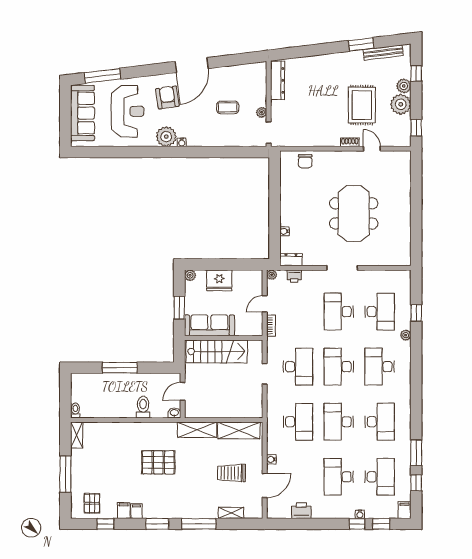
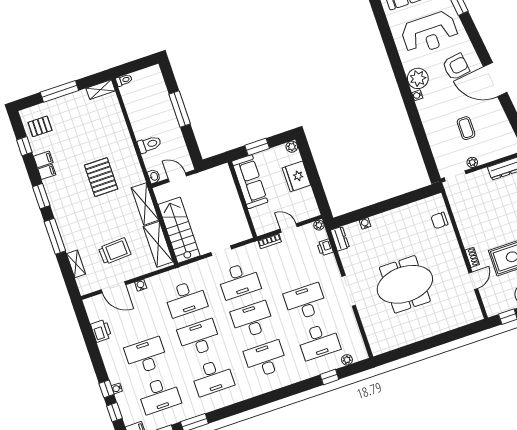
plant: (406, 335) -> (347, 360), moved
stairs: (217, 351) -> (179, 230), moved, turned 180
trolley: (231, 473) -> (115, 251), turned 87

